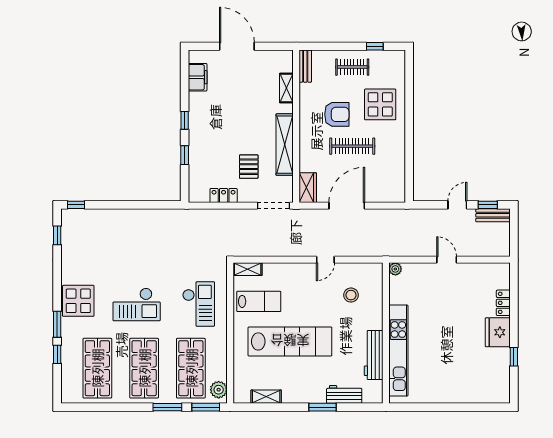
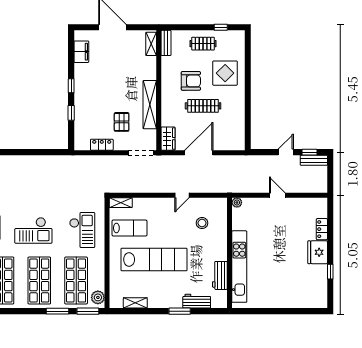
shelving: (286, 88) -> (151, 44), moved
workbench: (374, 355) -> (220, 275), width x0.73

